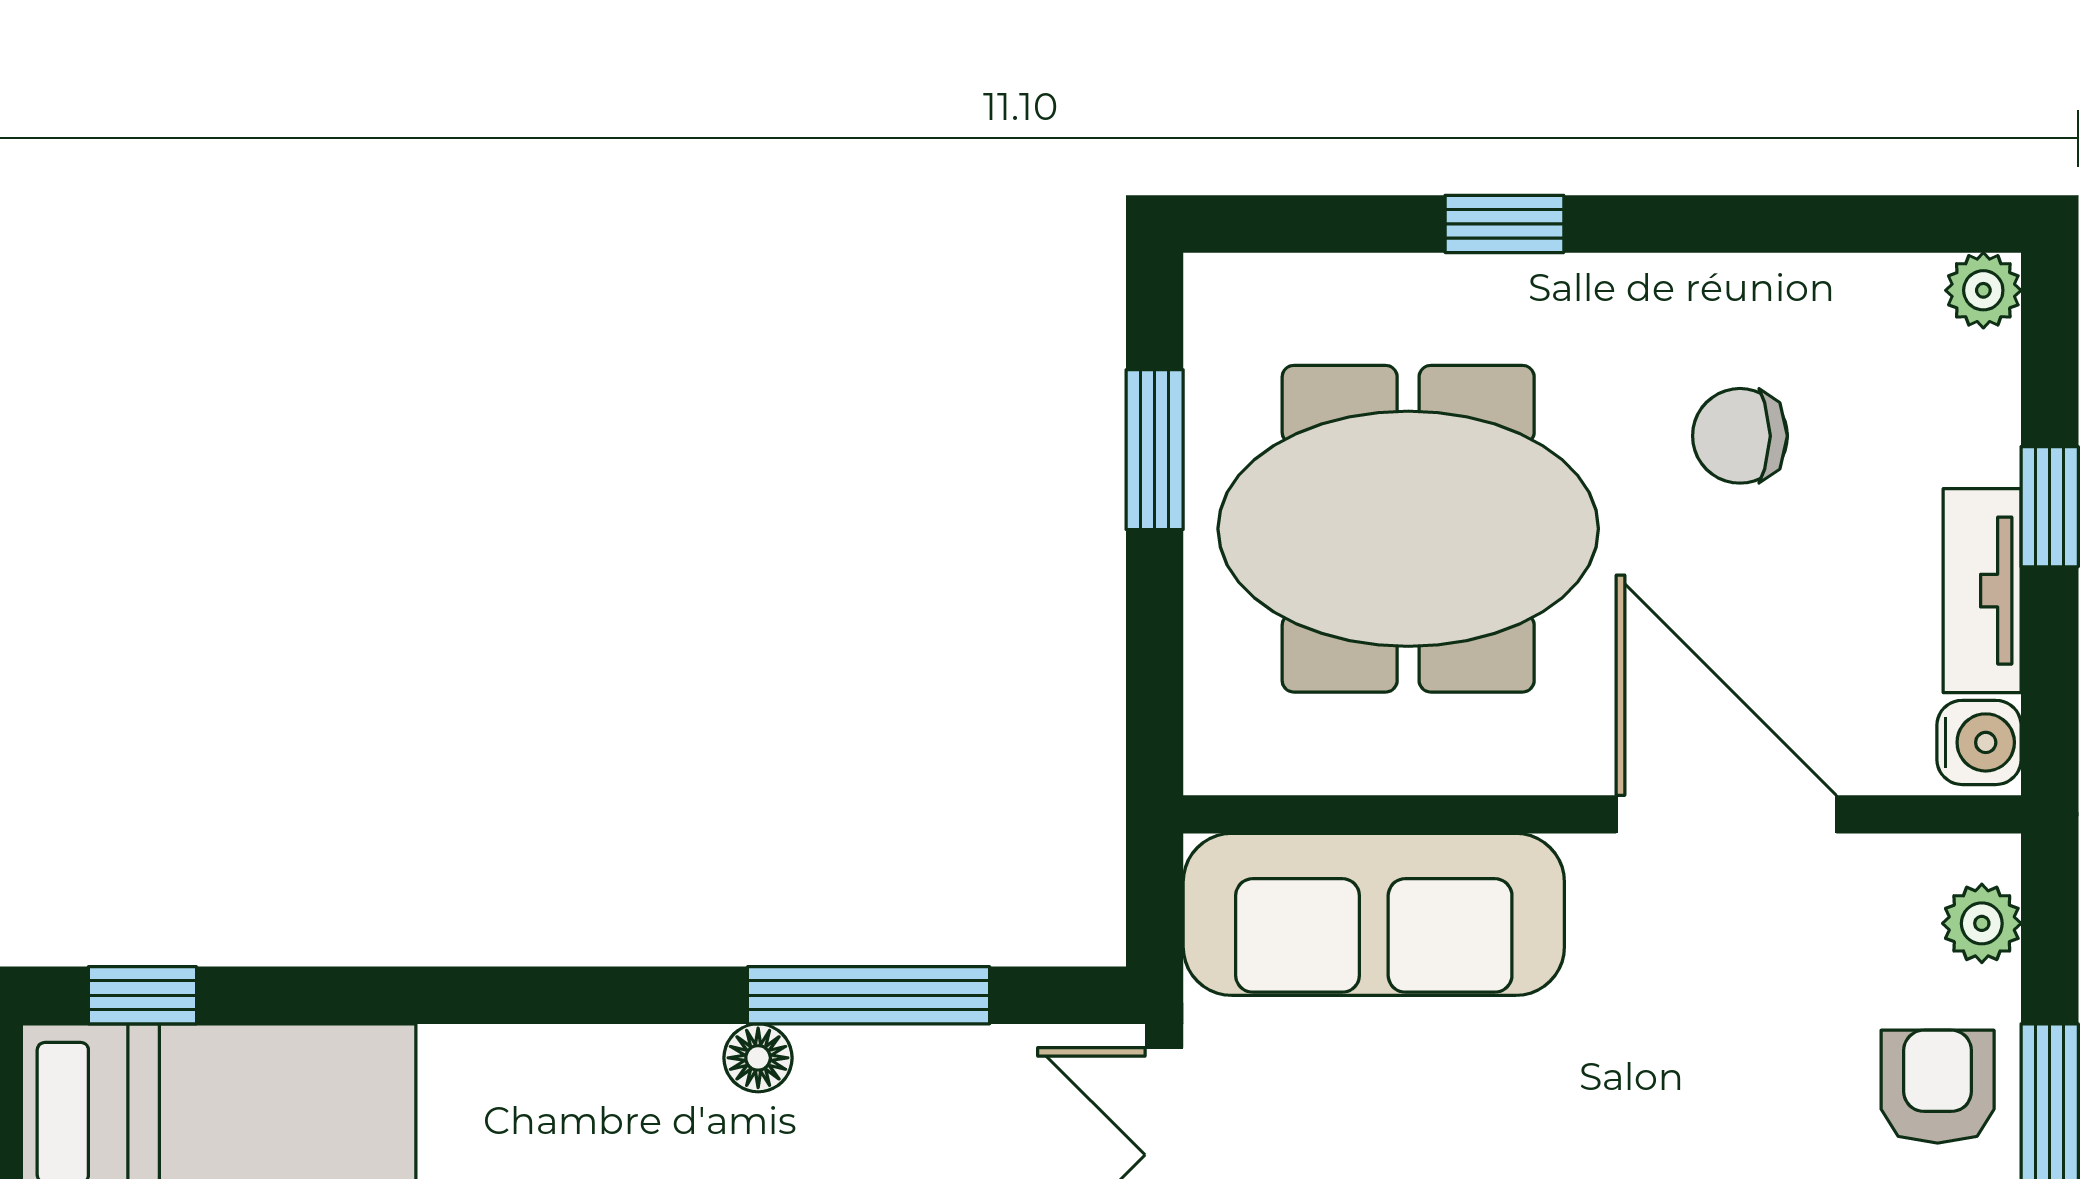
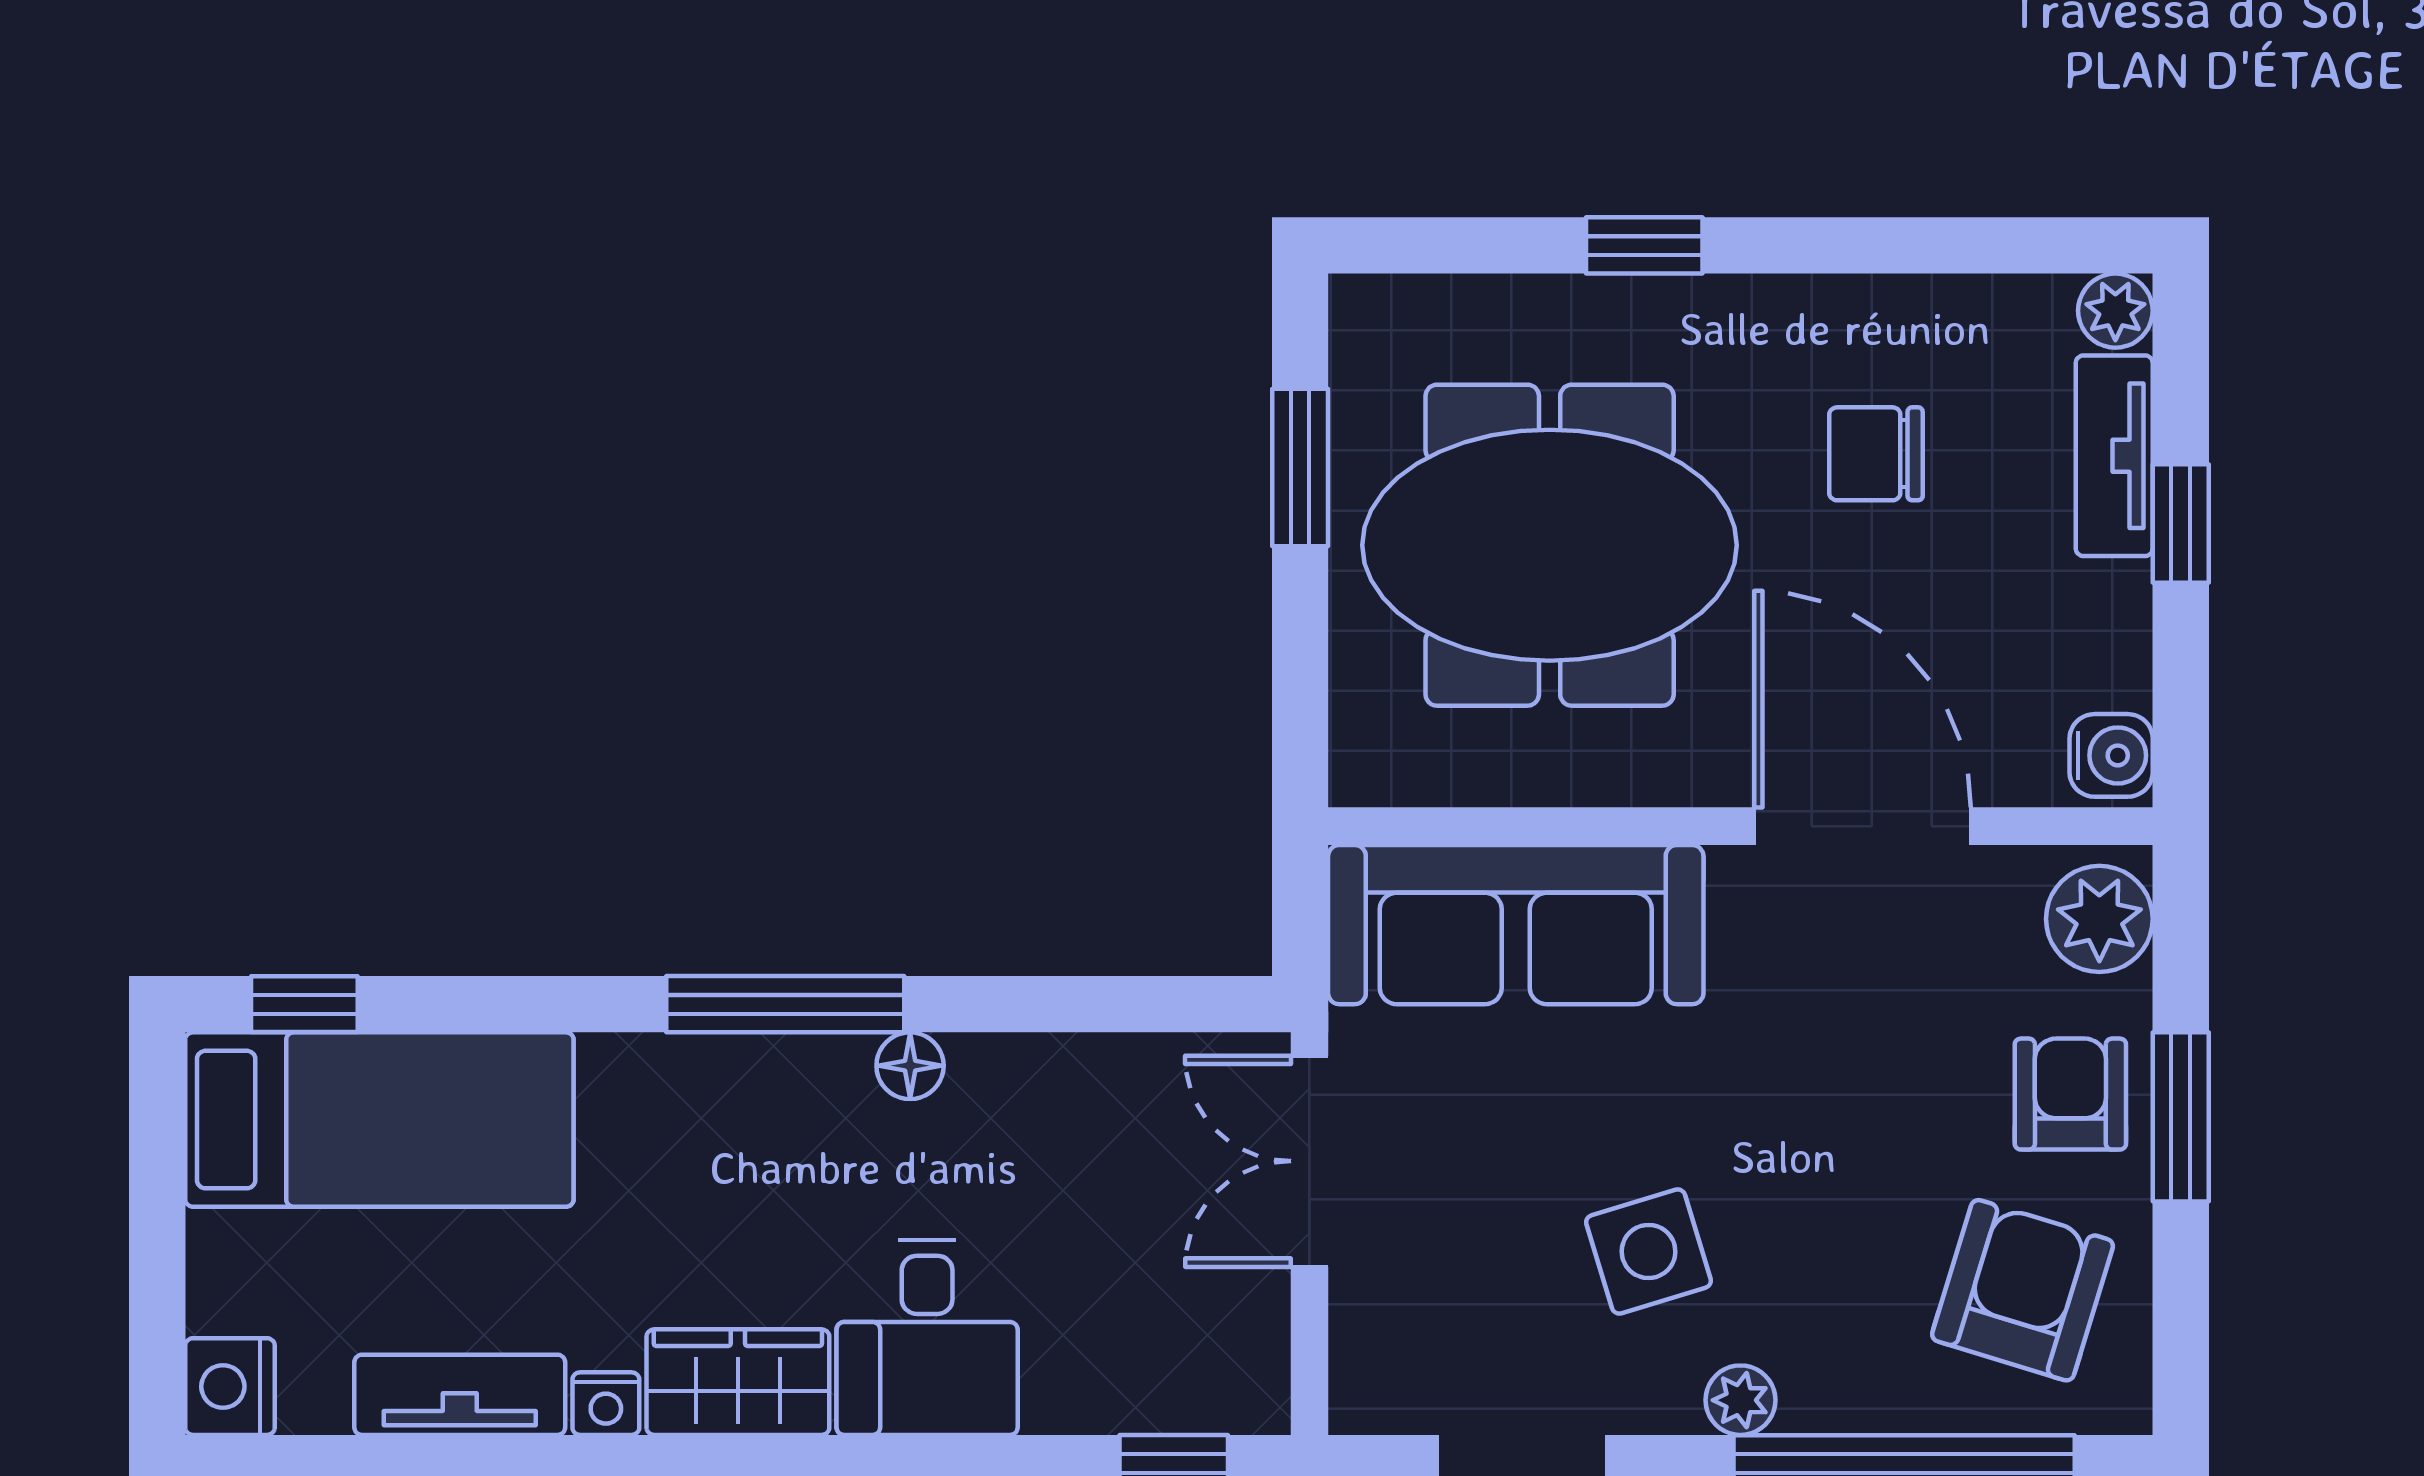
tv unit: (1982, 591) -> (2114, 456), moved
plant: (1982, 923) -> (2099, 919), width x1.38, depth x1.38
window: (869, 995) -> (785, 1004), moved

